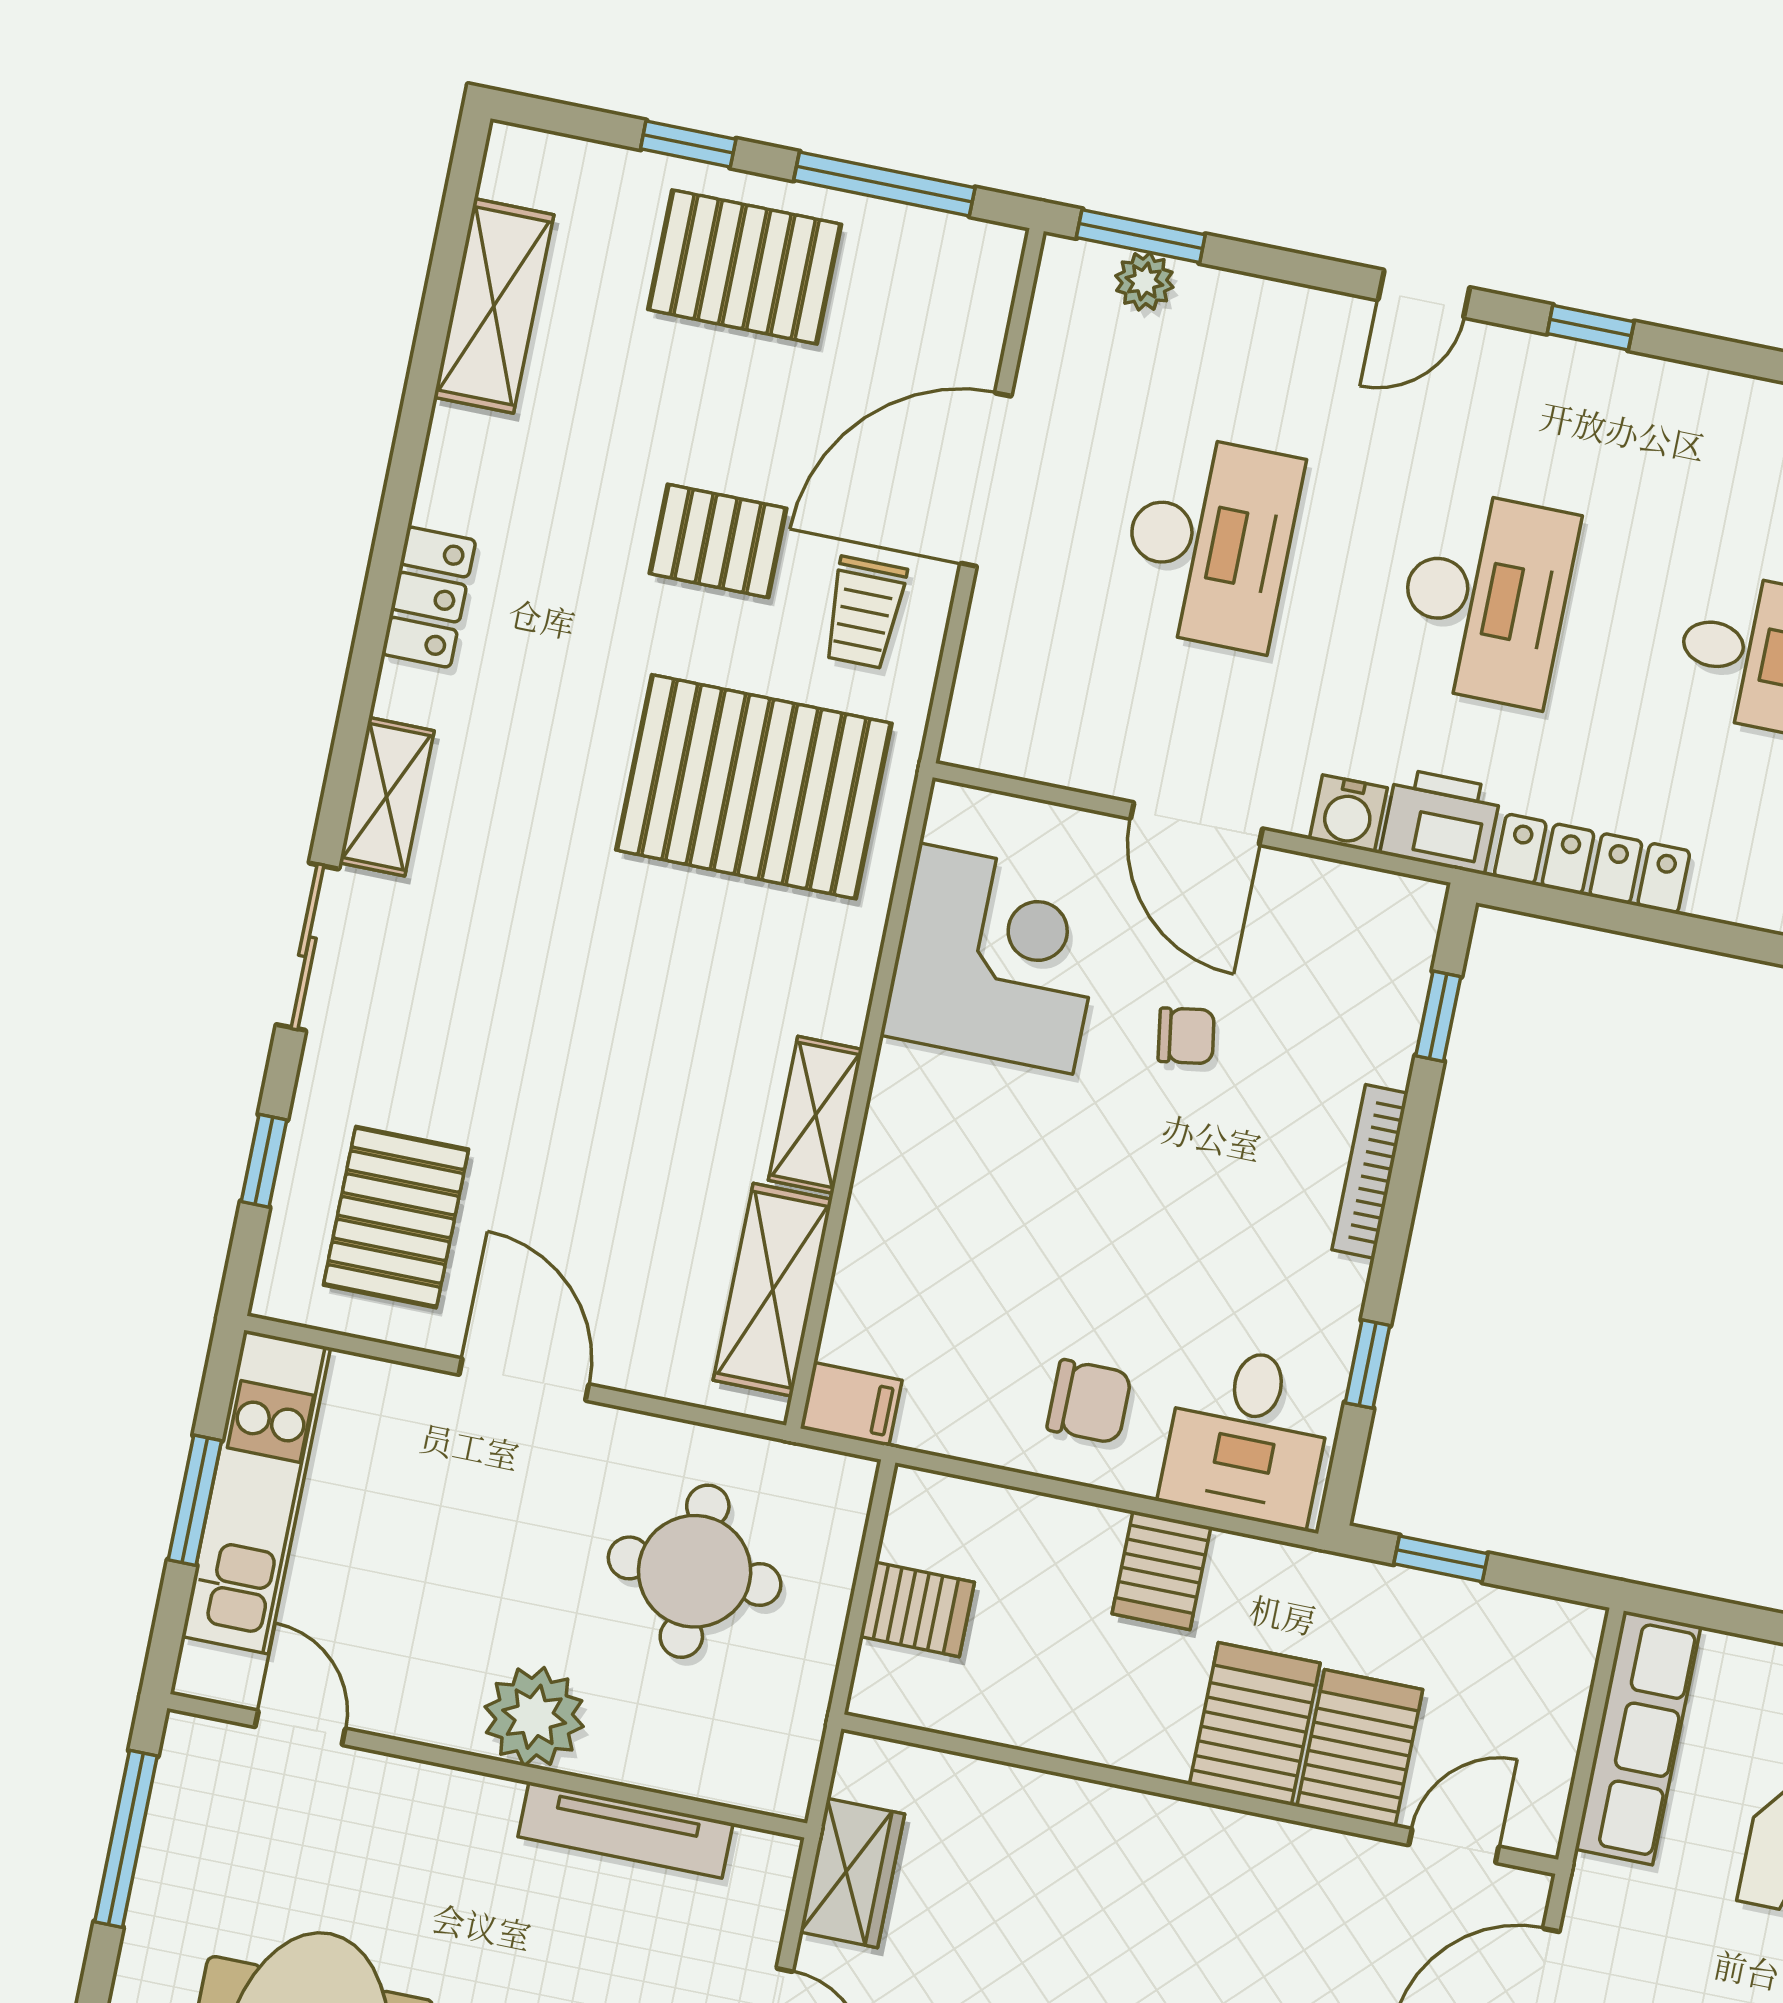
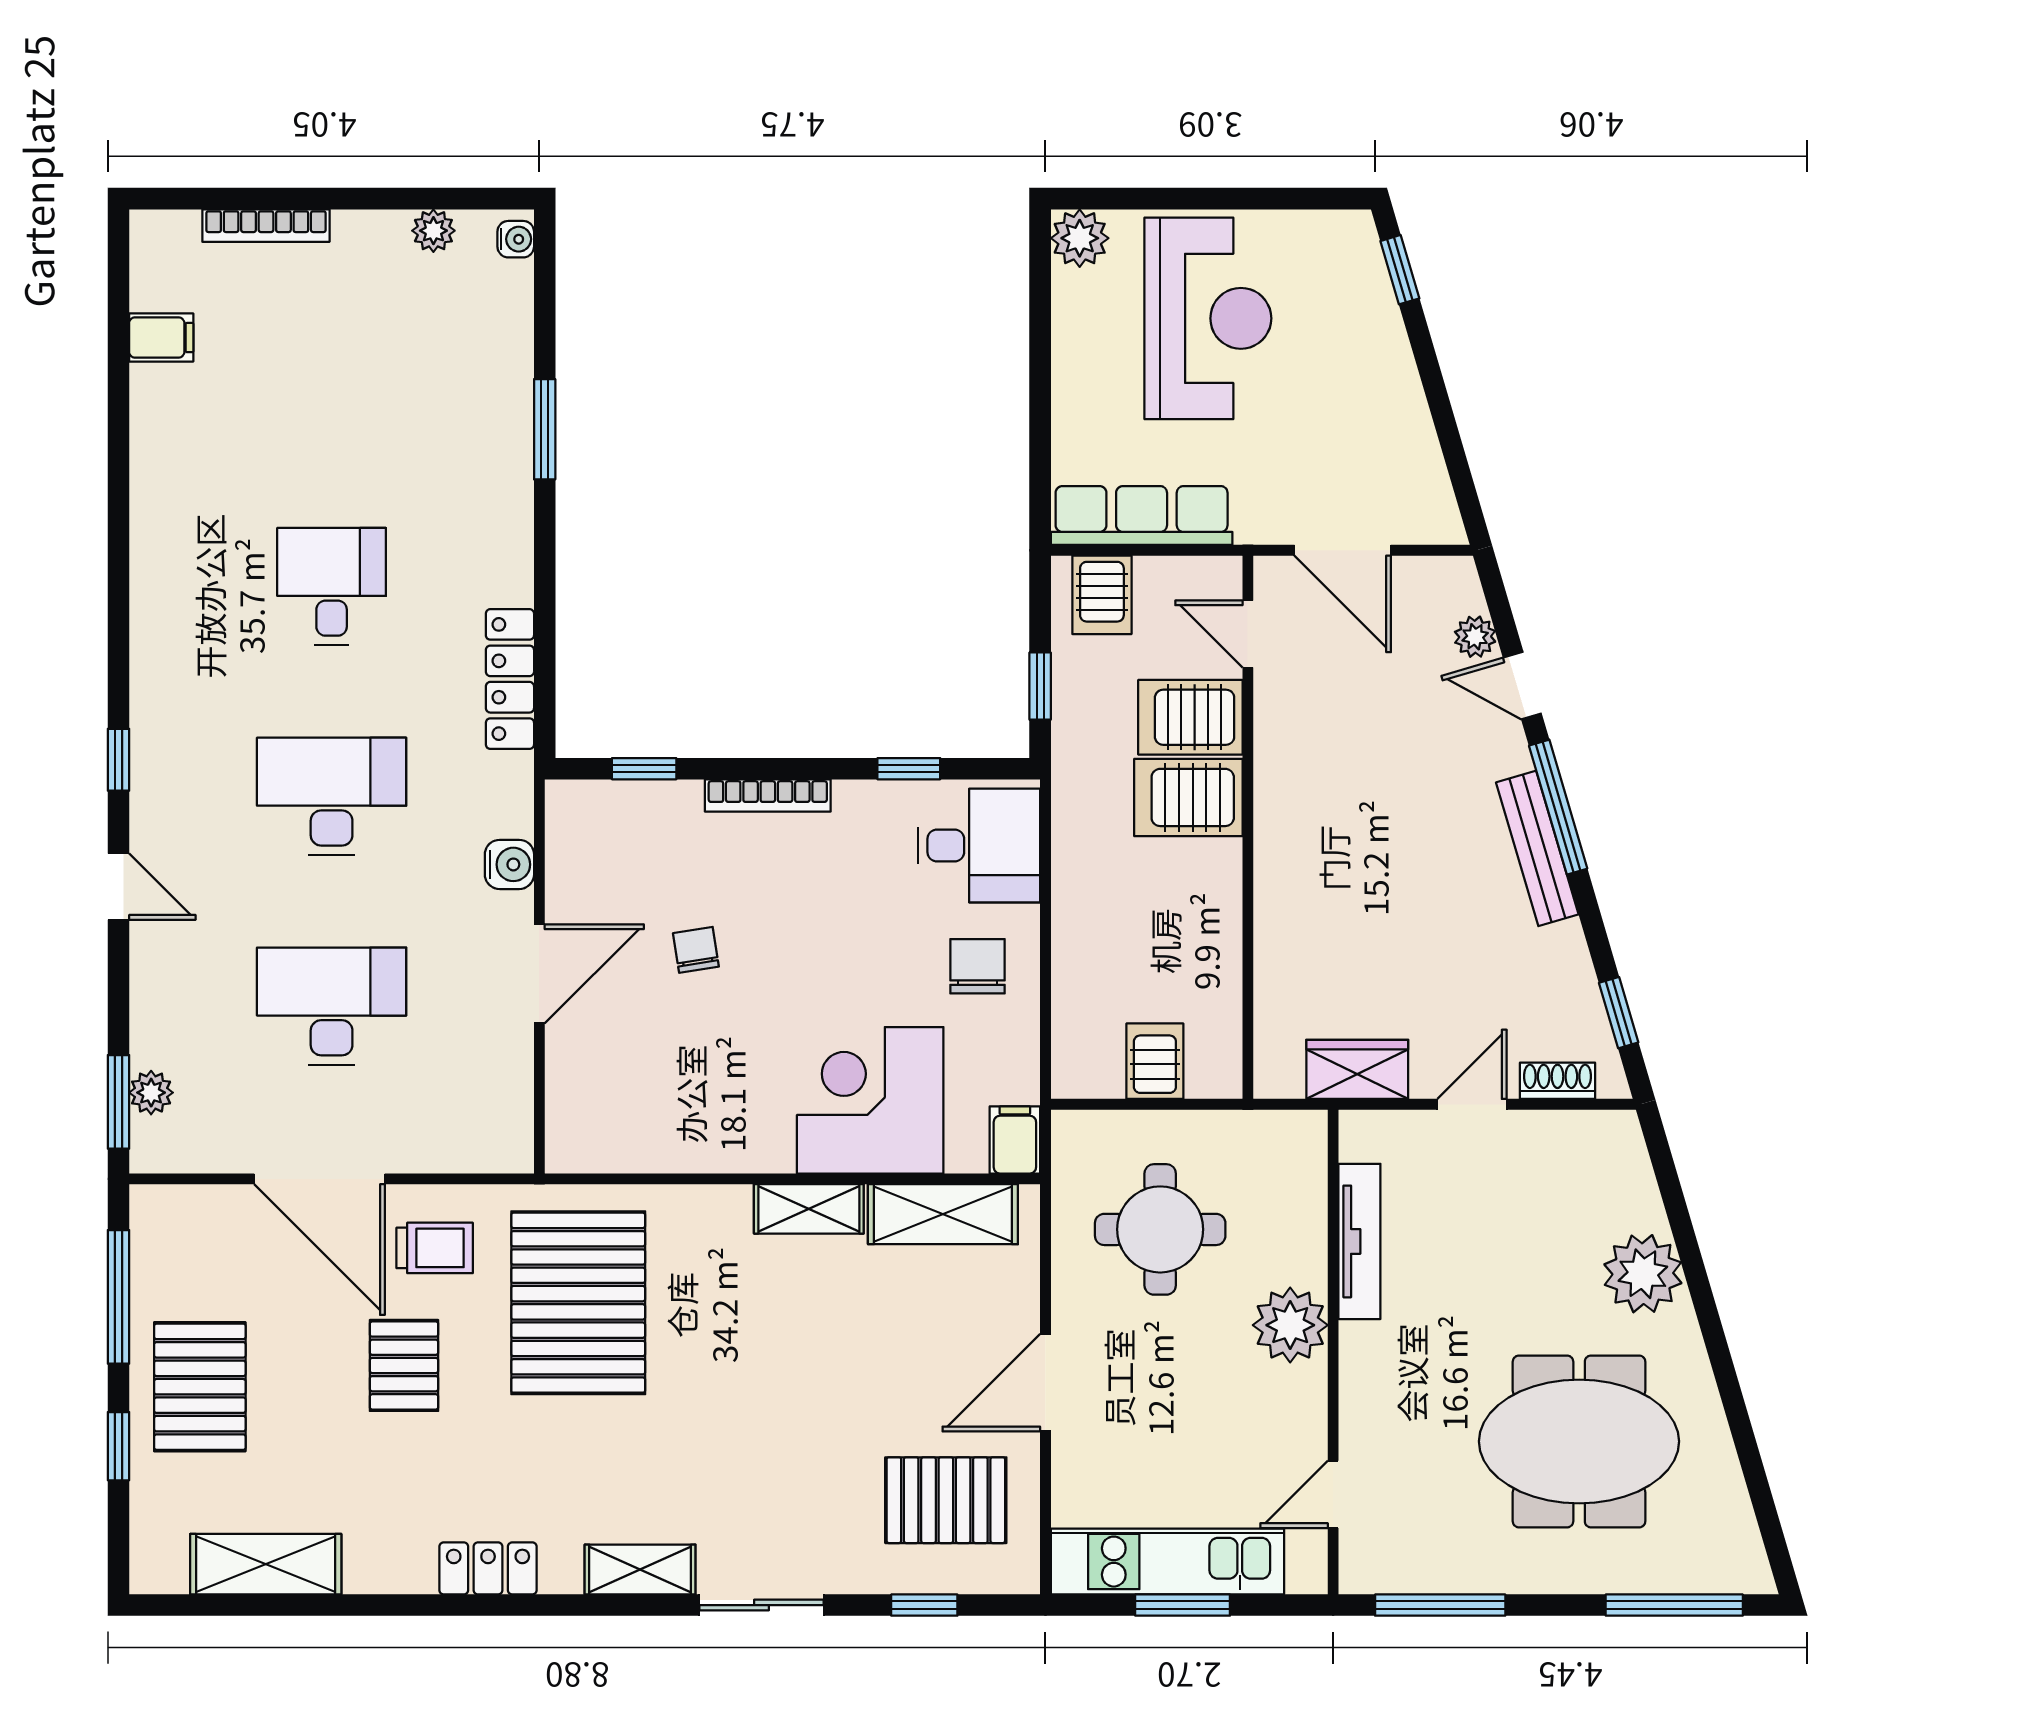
printer: (1441, 821) -> (501, 796), removed
corner desk: (996, 959) -> (870, 1100), moved
server rack: (1161, 1570) -> (1102, 595), moved, turned 90

